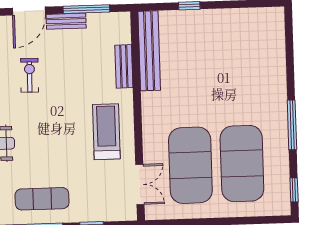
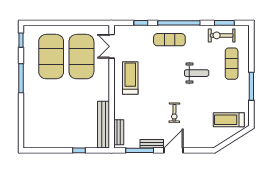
bench: (124, 66) -> (119, 132), moved
treadmill: (106, 132) -> (130, 78), turned 180

